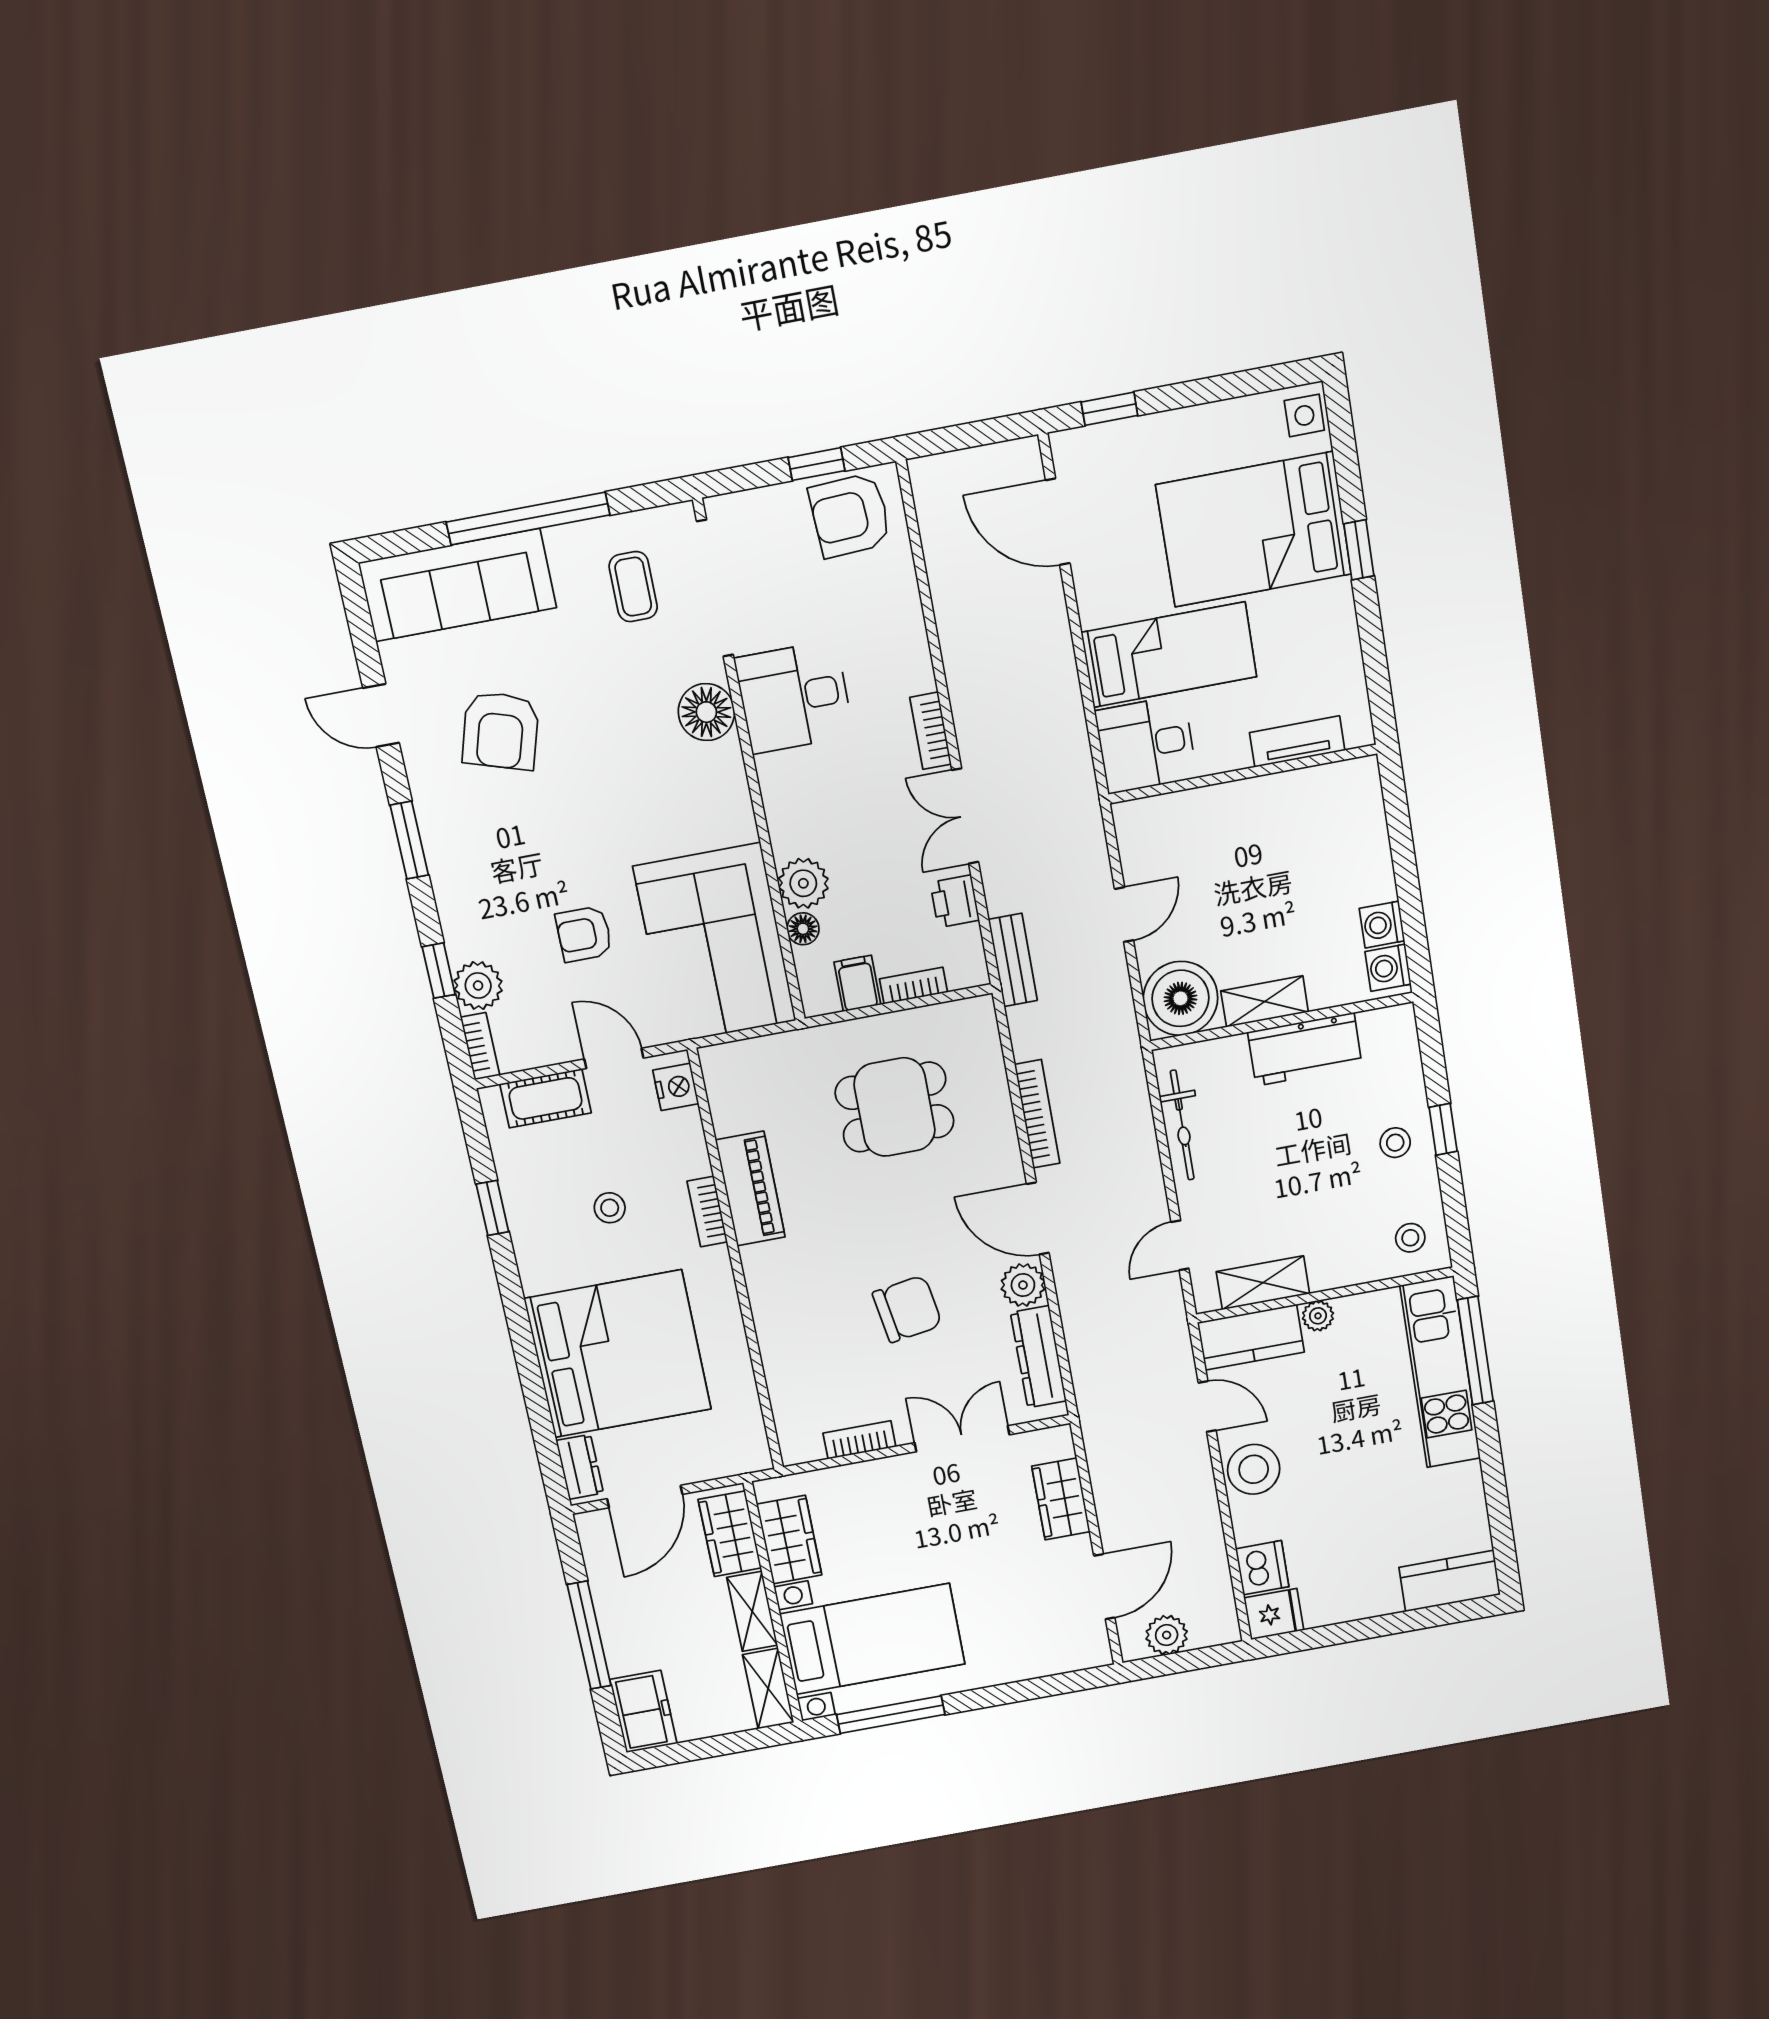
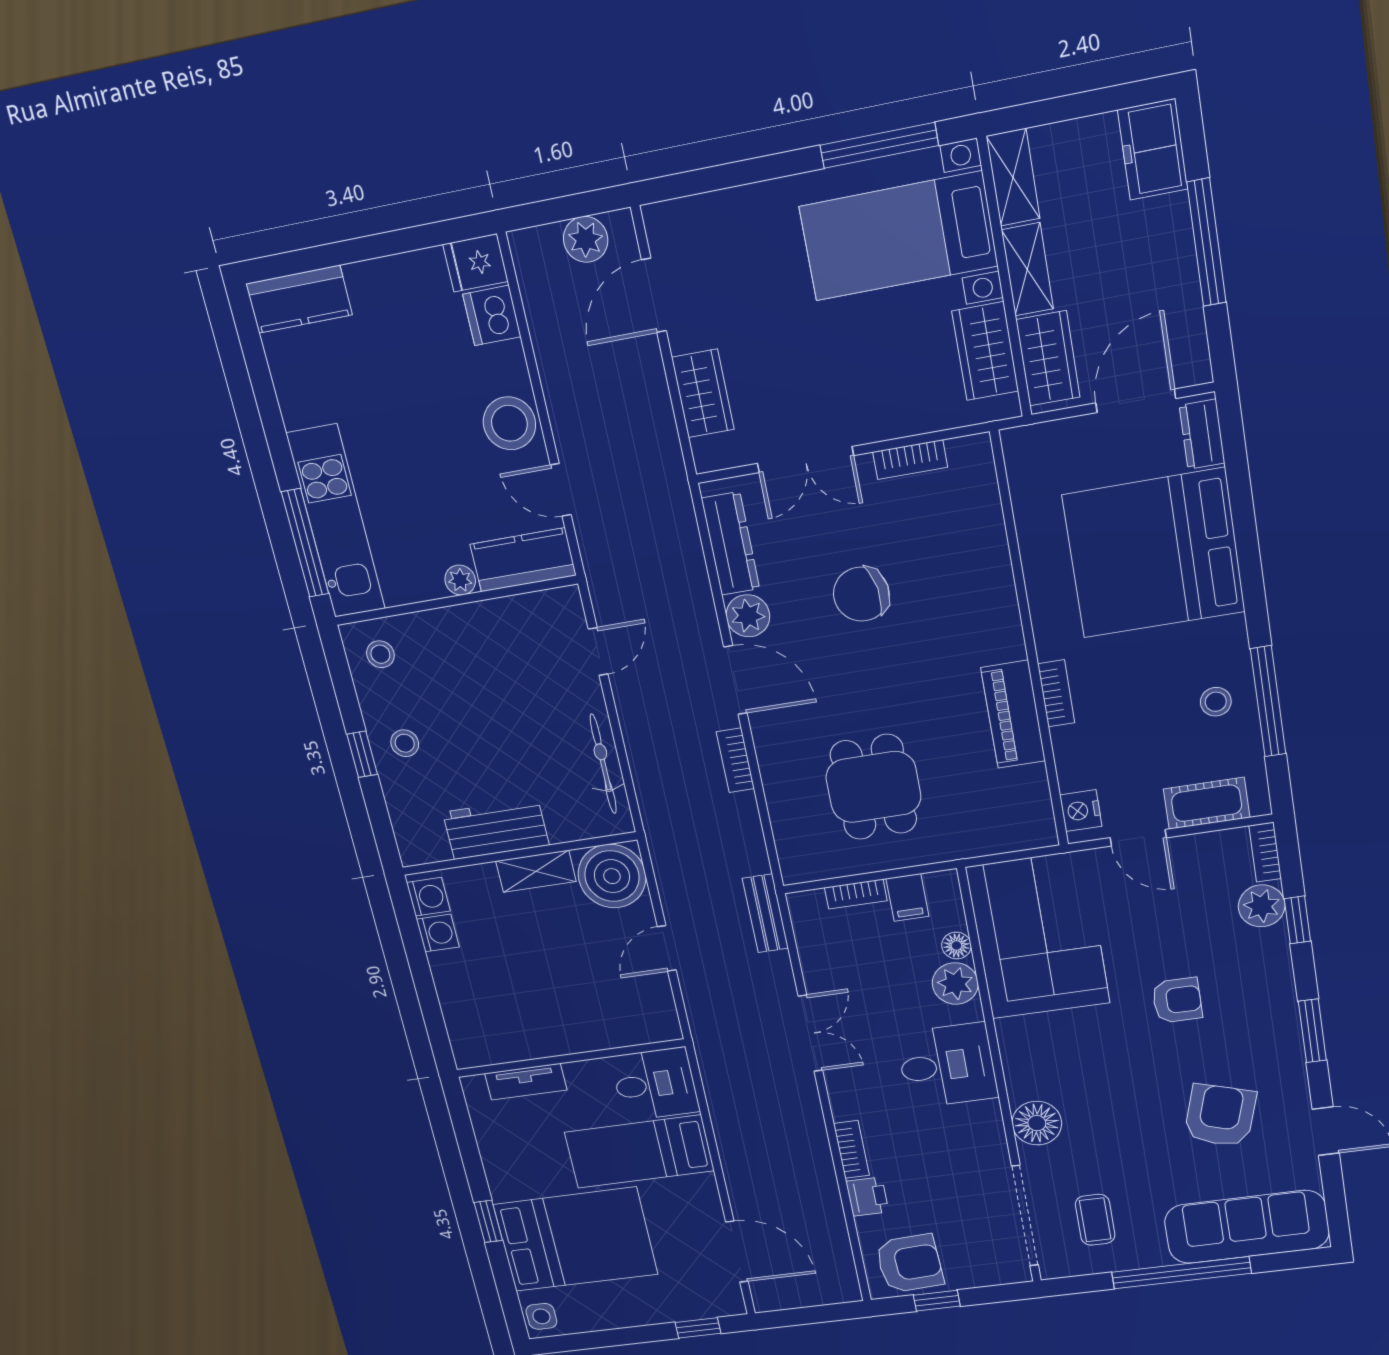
desk: (794, 697) -> (947, 1065), moved
bookcase: (931, 731) -> (851, 1149), moved
printer: (955, 901) -> (867, 1197), moved
armchair: (584, 934) -> (1177, 1000), moved
dining table: (895, 1107) -> (873, 787), turned 90
bookcase: (1037, 1114) -> (735, 760), width x0.64
window: (492, 1208) -> (1268, 701), width x2.17
stool: (610, 1208) -> (1216, 702), moved
shelving: (1263, 1283) -> (516, 614), removed

